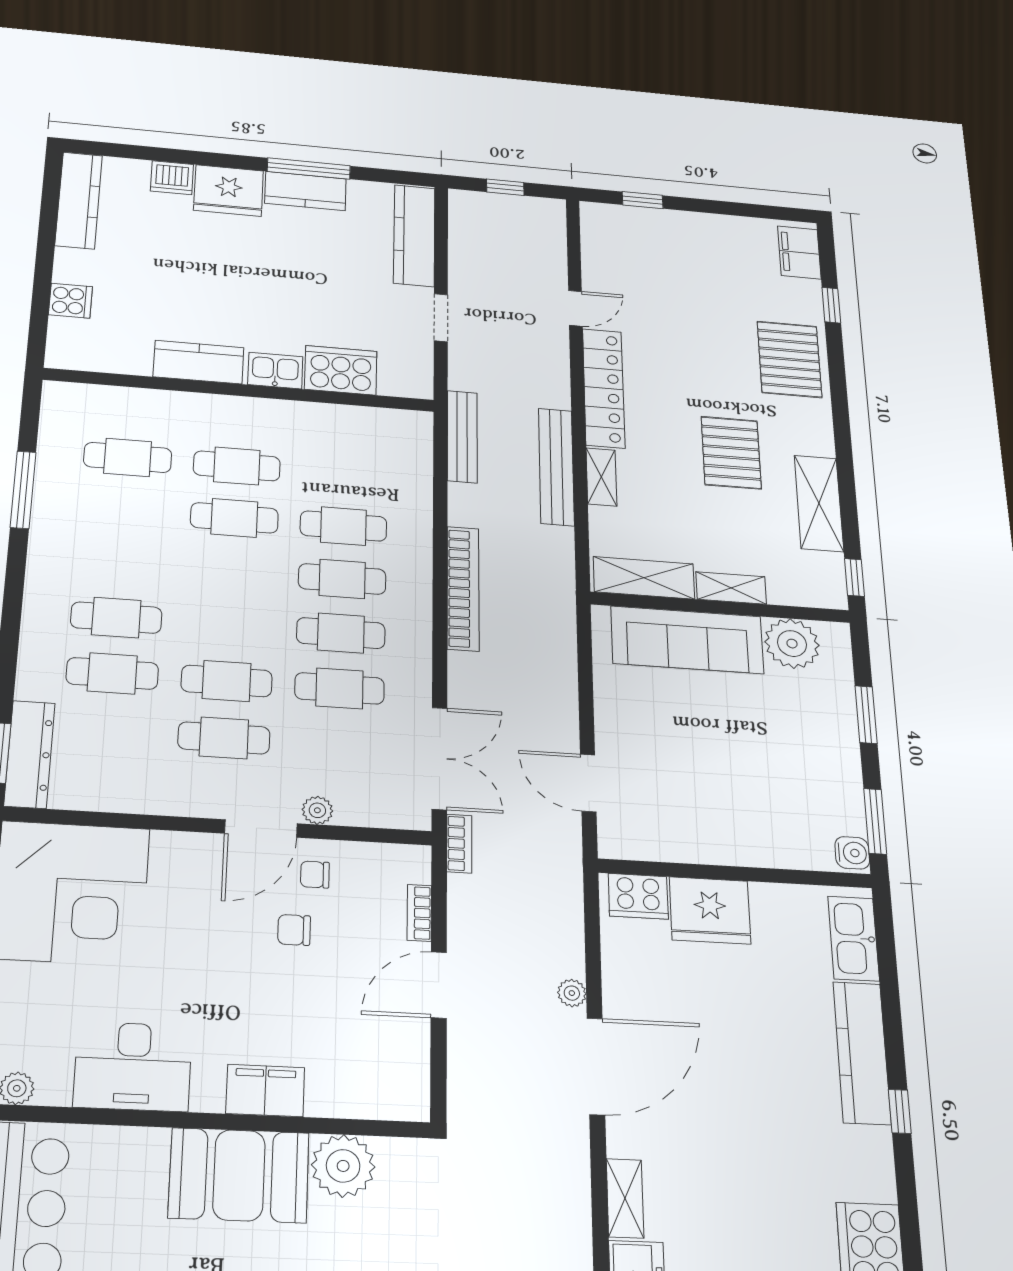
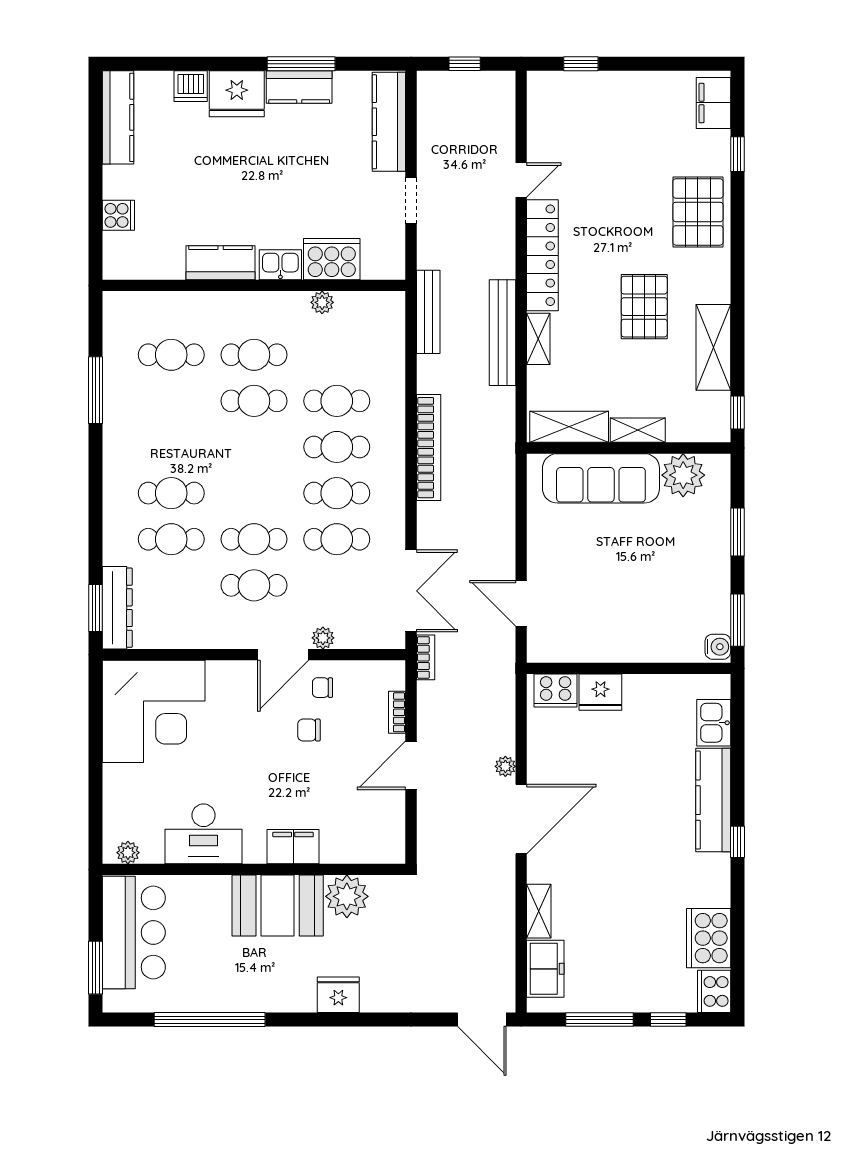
plant: (327, 416) -> (322, 302), added
fridge: (710, 910) -> (600, 692), width x0.73, depth x0.75
kitchen sink: (854, 938) -> (714, 723), width x0.73

